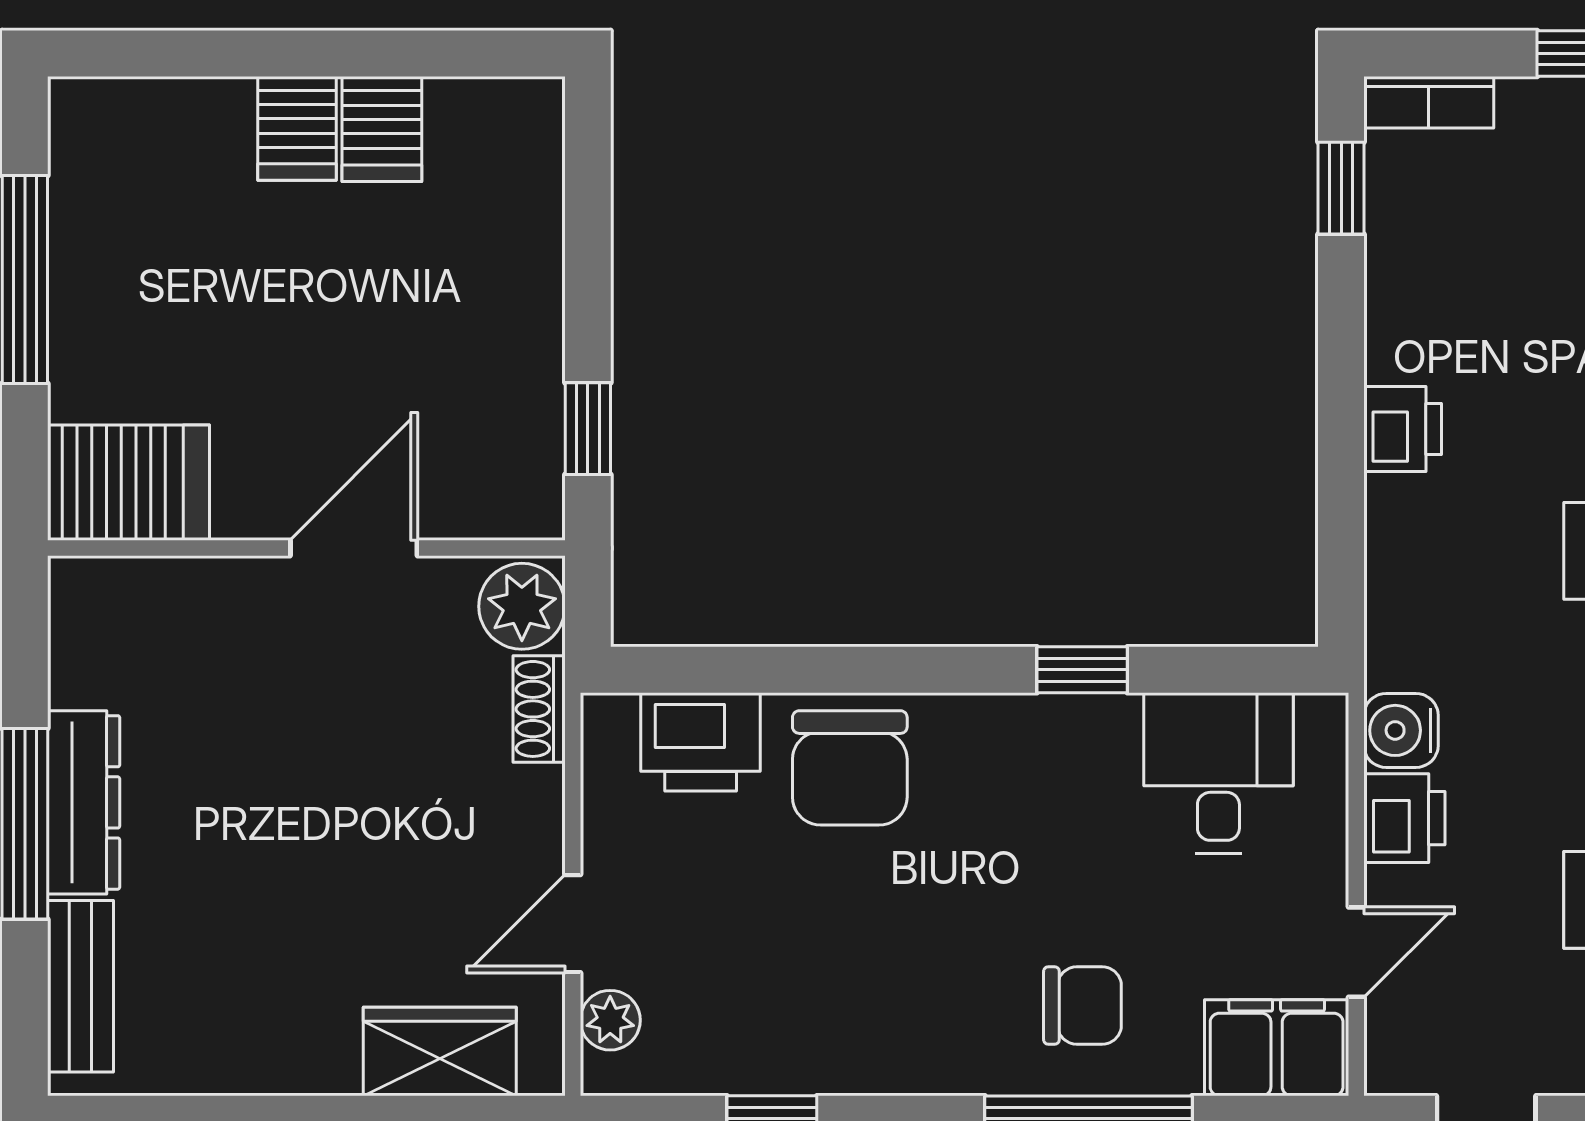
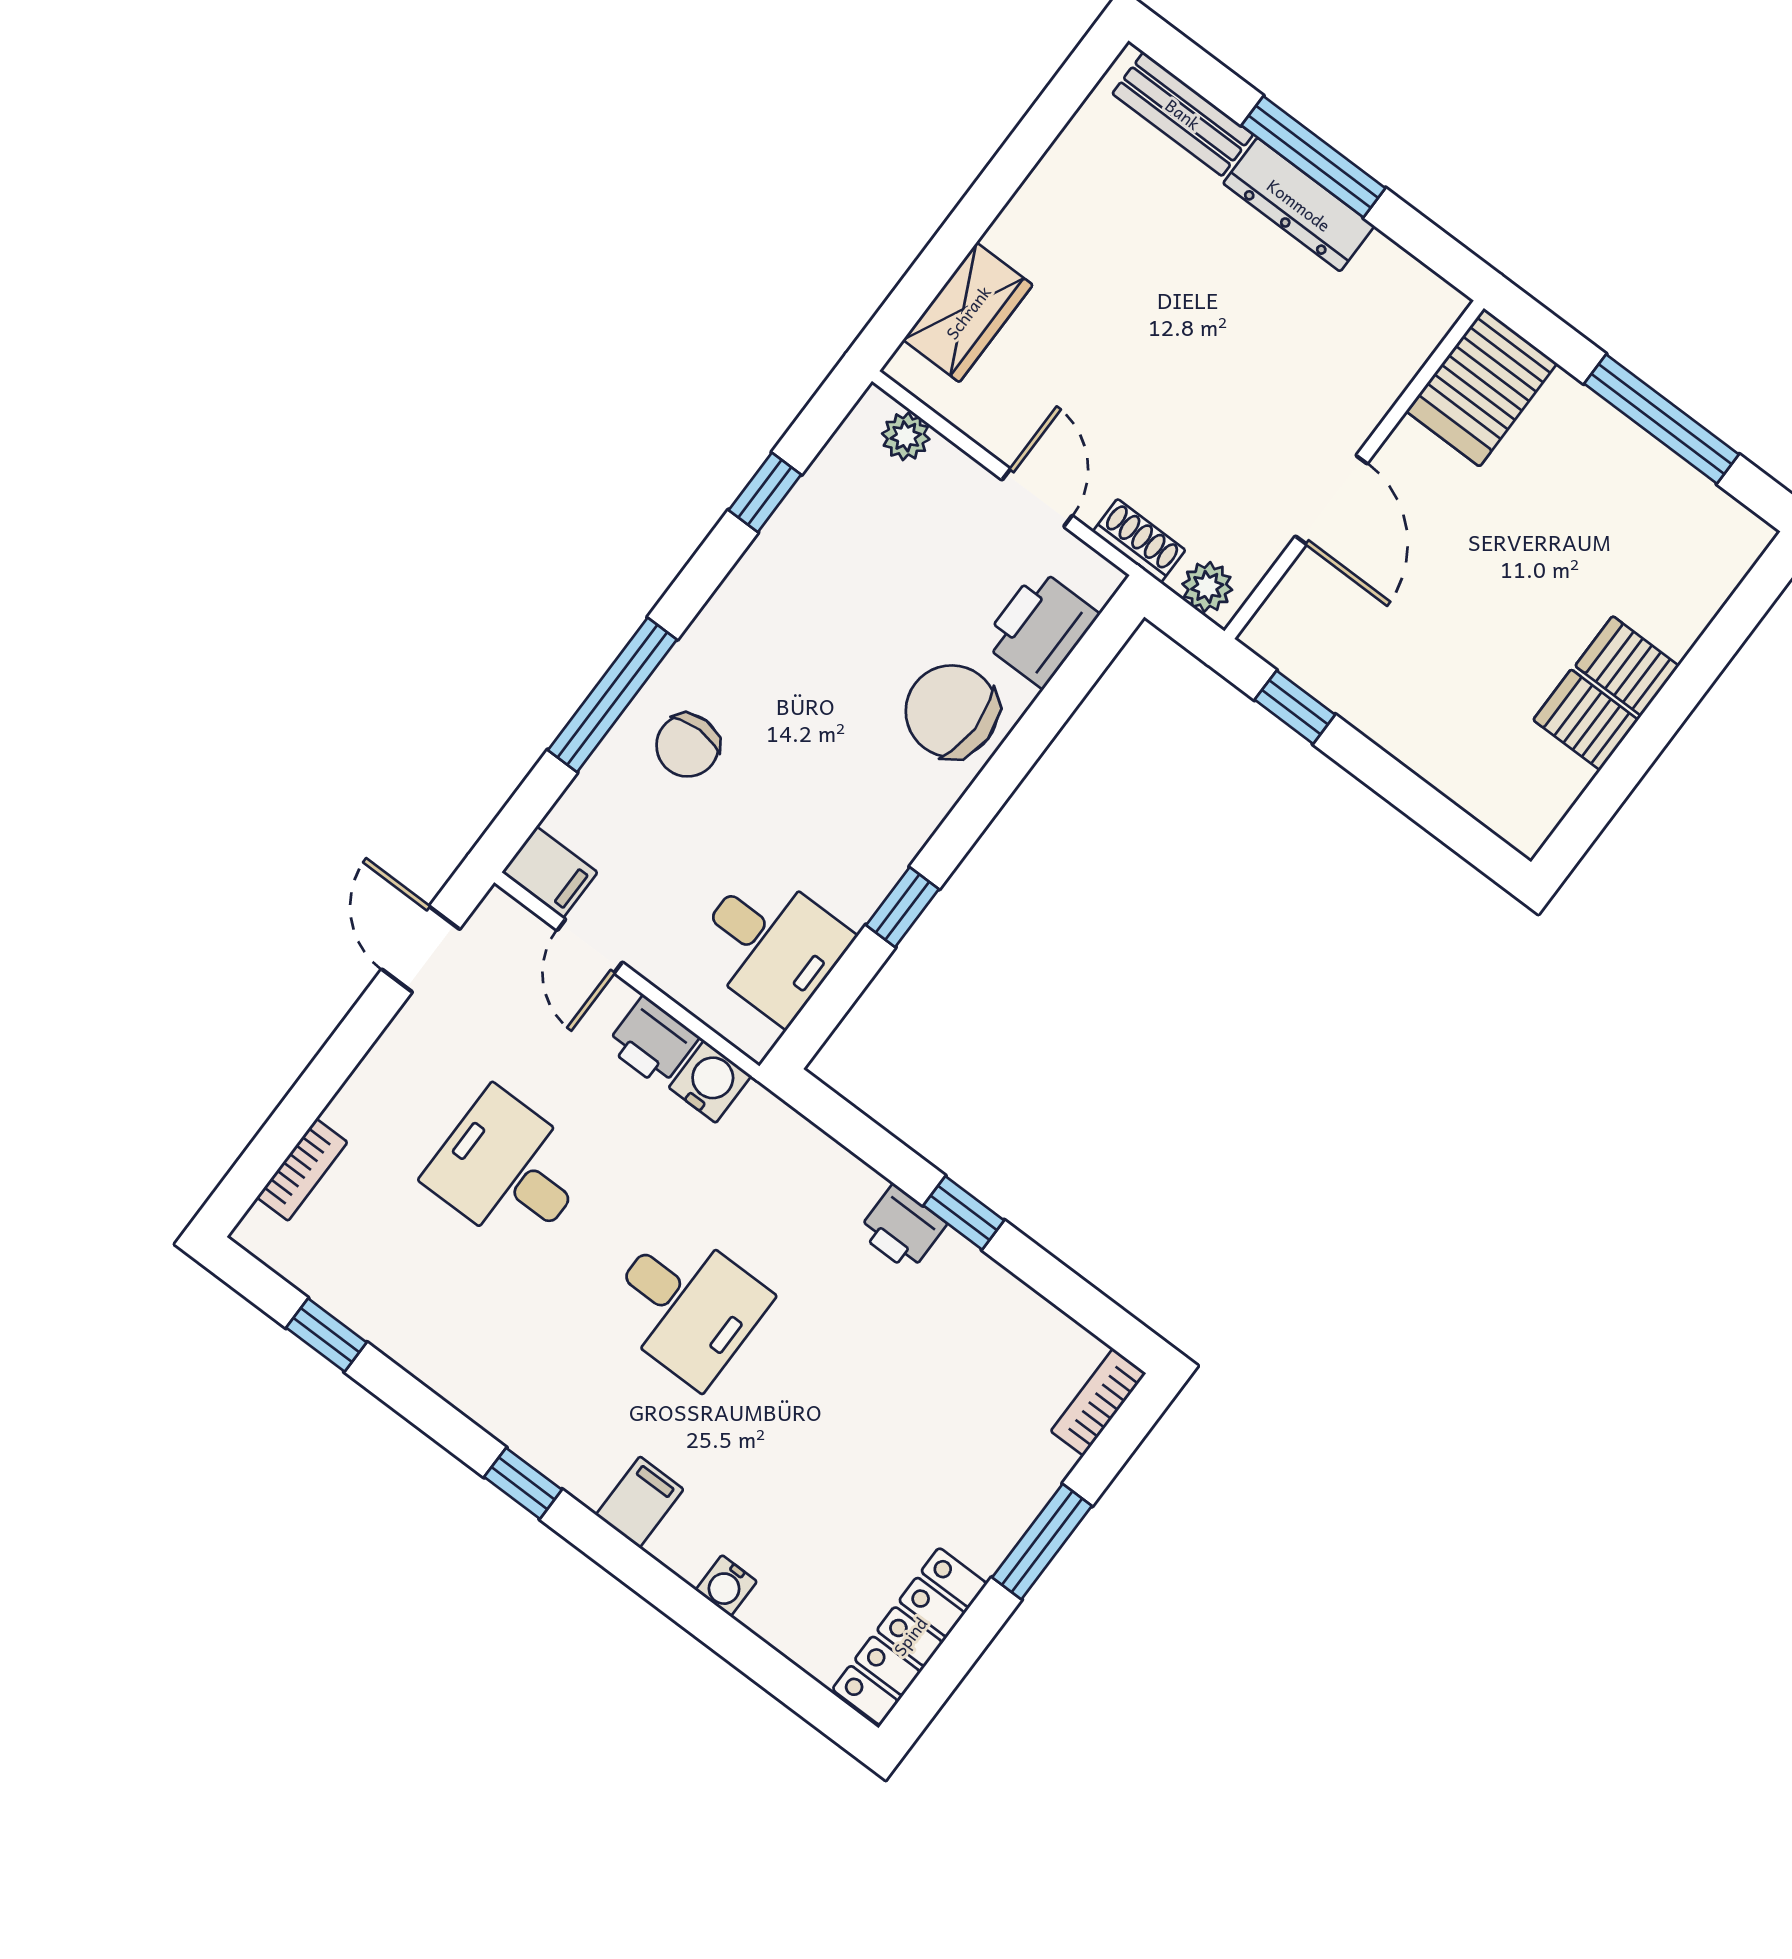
window: (1341, 188) -> (964, 1213), moved
plant: (522, 606) -> (1207, 587), width x0.73, depth x0.73
door: (573, 924) -> (1037, 498), moved
filing cabinet: (1277, 1048) -> (550, 872), width x0.50

